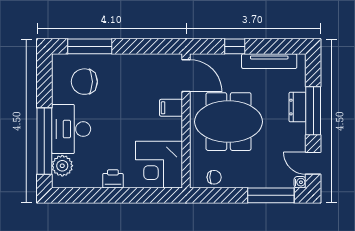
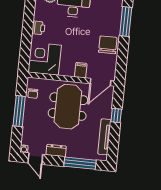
chair: (84, 82) -> (108, 45), moved
dresser: (297, 107) -> (56, 150), moved
window: (313, 111) -> (80, 163), moved
door: (313, 163) -> (35, 159), swing flipped
window: (271, 195) -> (19, 111), moved

